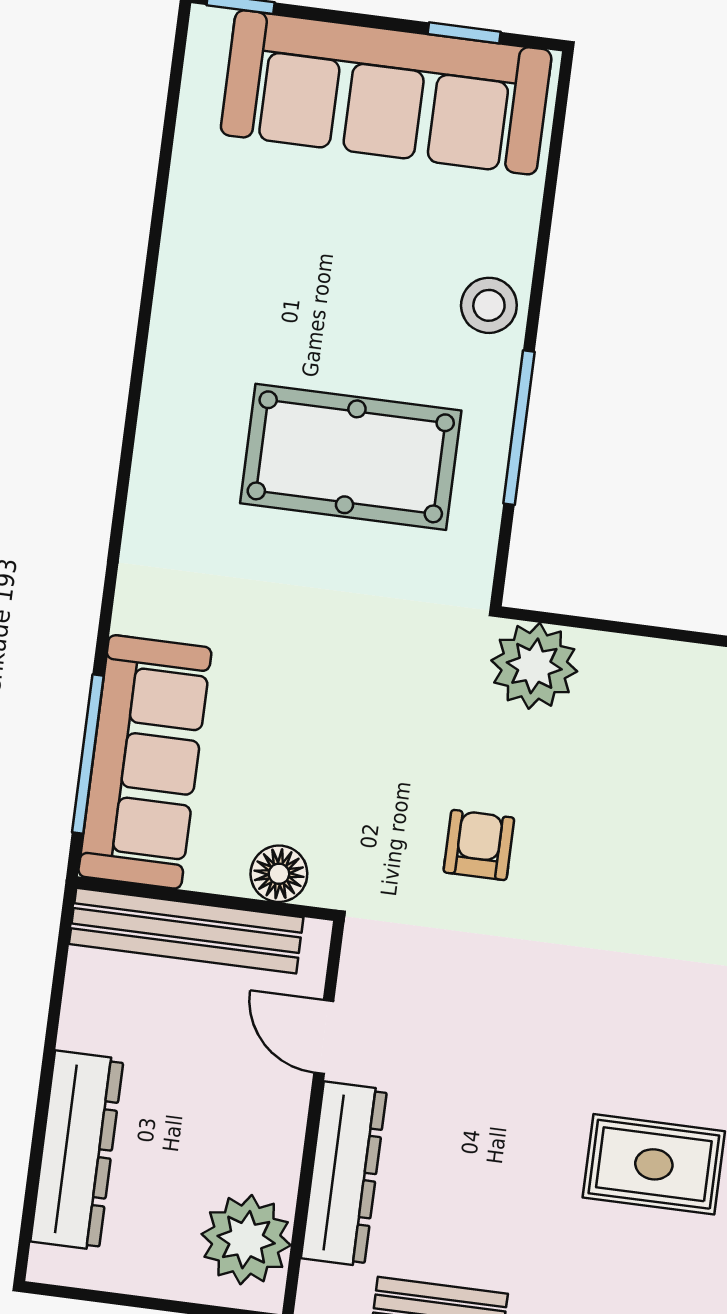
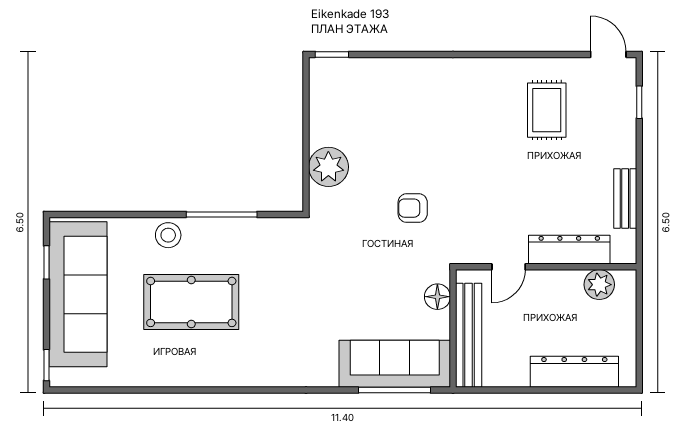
pool table: (351, 457) -> (191, 302), moved, turned 90
plant: (534, 666) -> (328, 167), moved
plant: (246, 1240) -> (599, 285), width x0.73, depth x0.73

